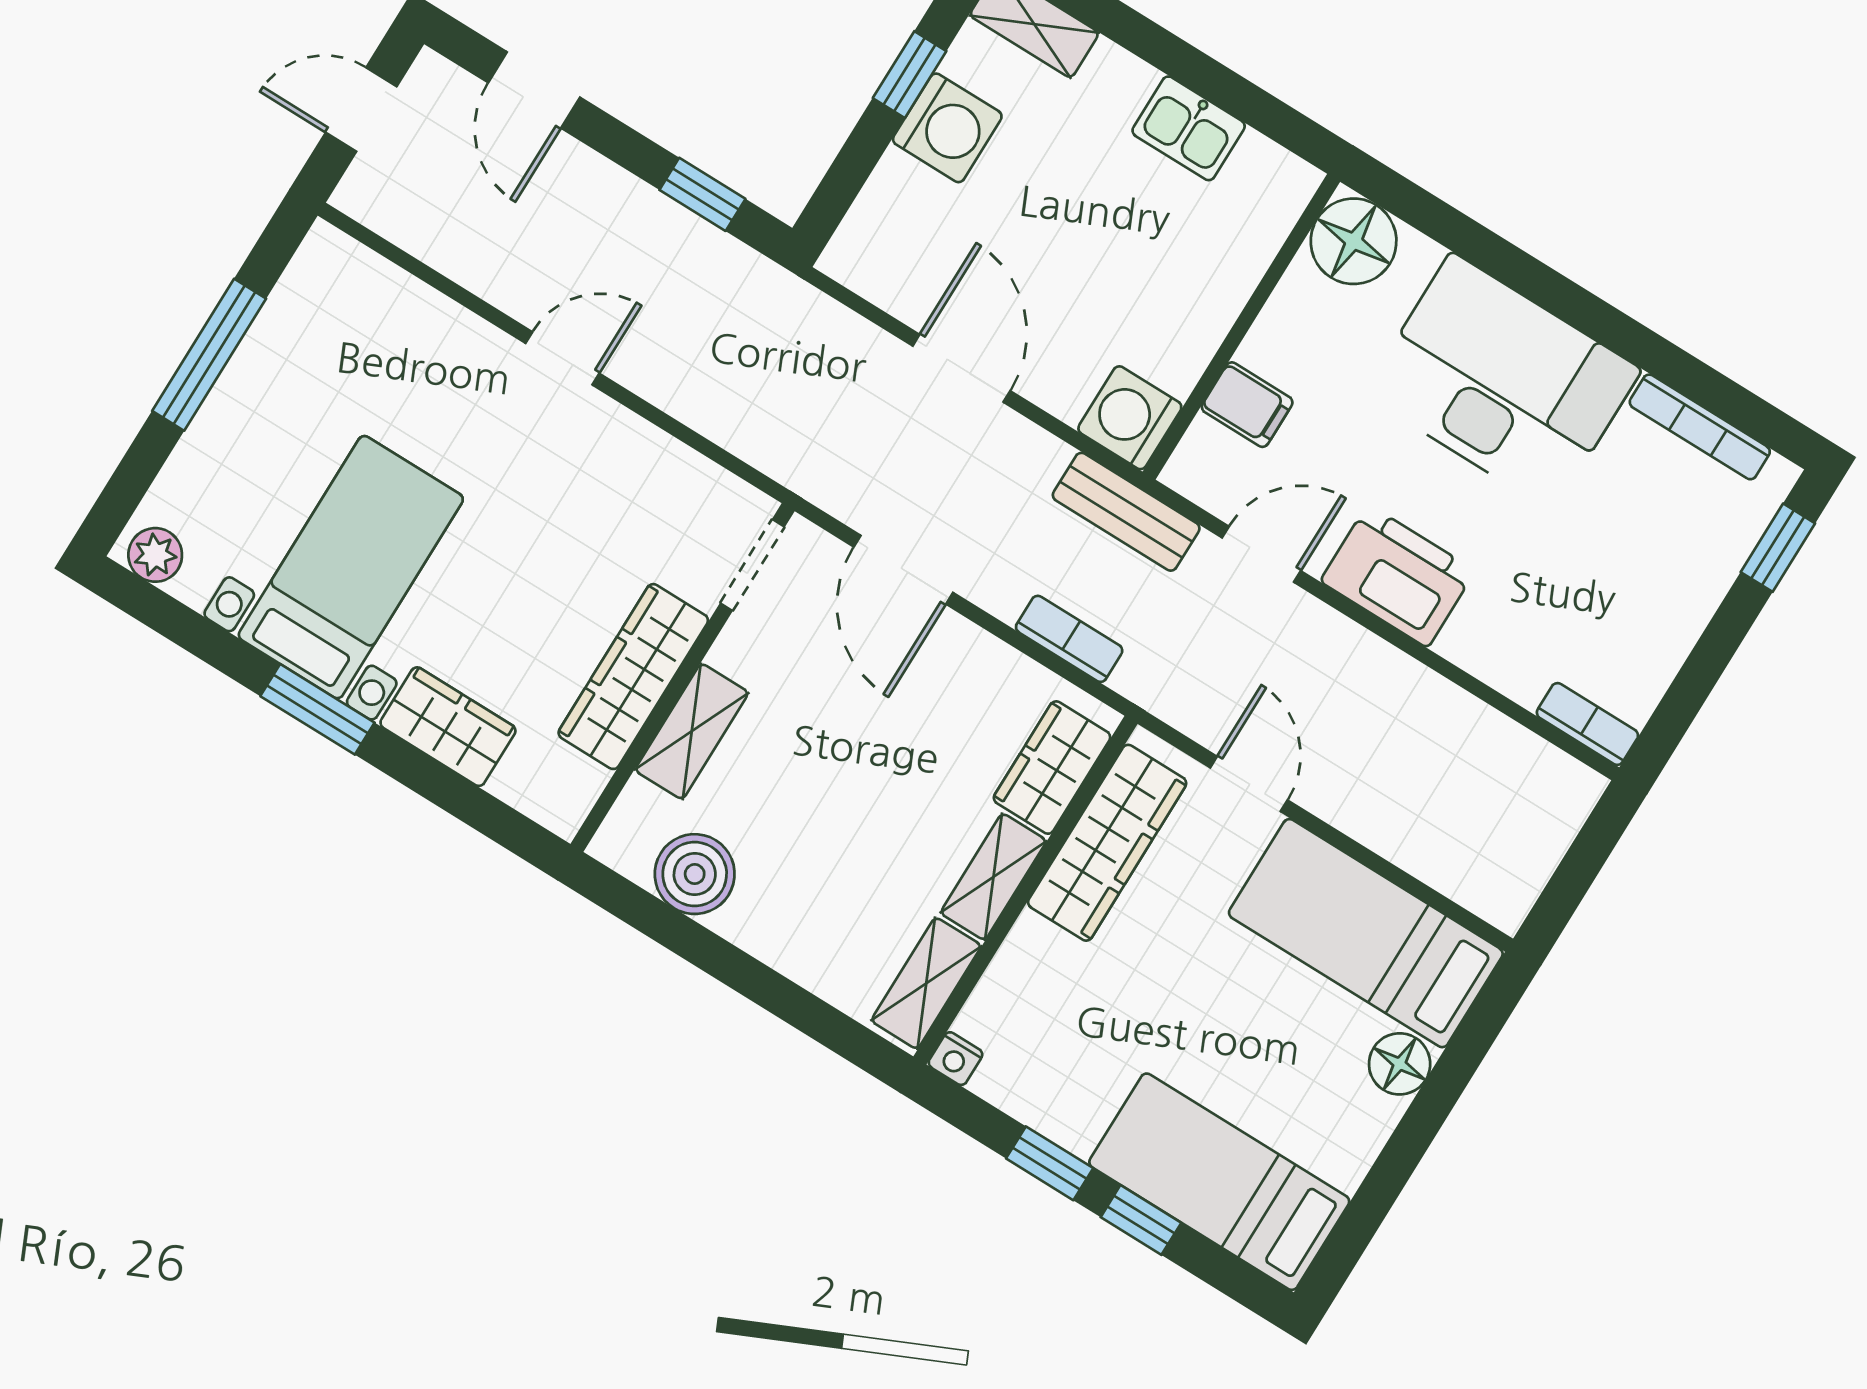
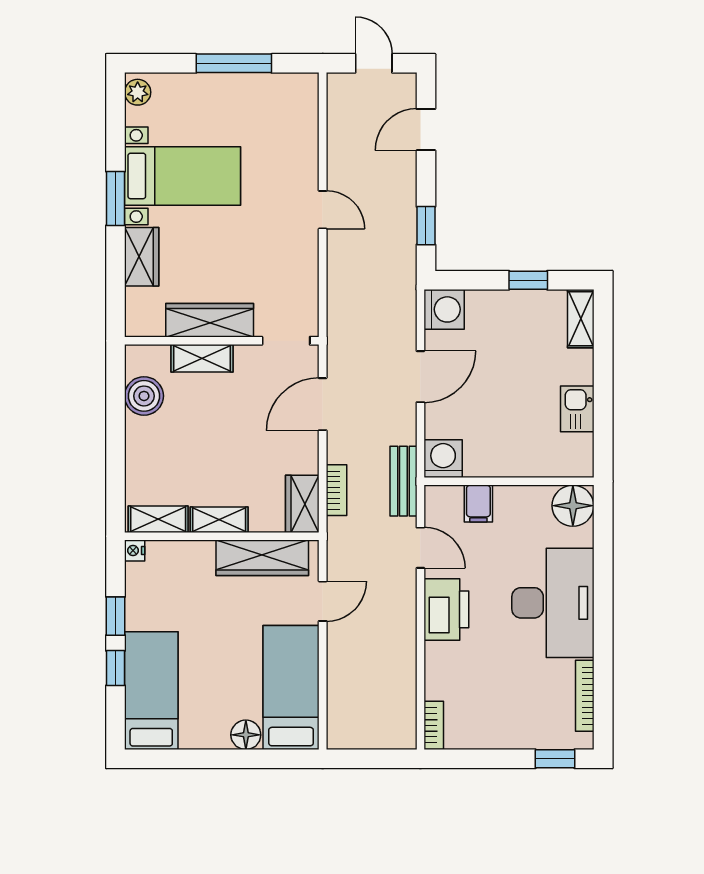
washing machine: (947, 128) -> (444, 309), moved, turned -90
wardrobe: (1052, 768) -> (302, 504), moved, turned -90

